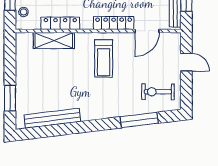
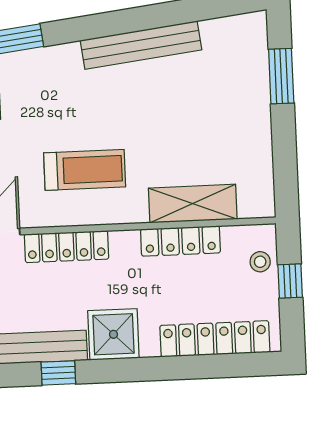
treadmill: (104, 58) -> (85, 170), turned 90
bench: (52, 118) -> (141, 45), moved

